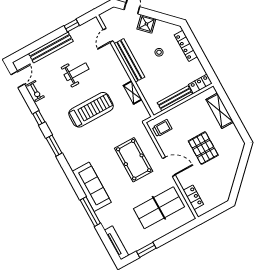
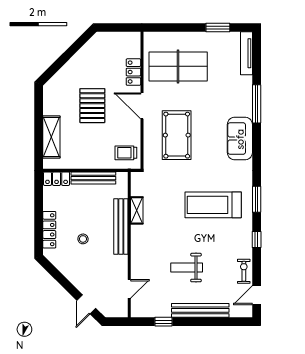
shower: (146, 24) -> (80, 278), removed
bench: (129, 60) -> (121, 226), moved
treadmill: (91, 110) -> (213, 205), moved
sofa: (92, 187) -> (240, 139), width x0.73
locker: (193, 197) -> (133, 72), moved

